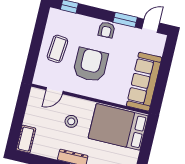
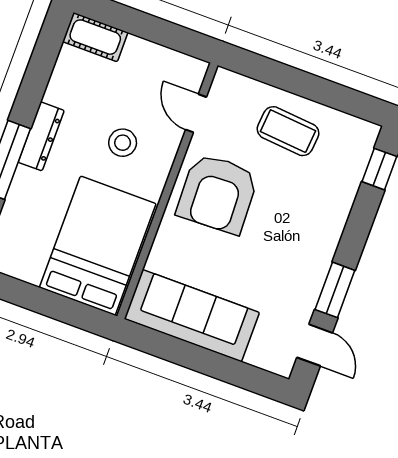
armchair: (106, 30) -> (317, 246), removed
armchair: (90, 65) -> (217, 194), moved, turned 88

